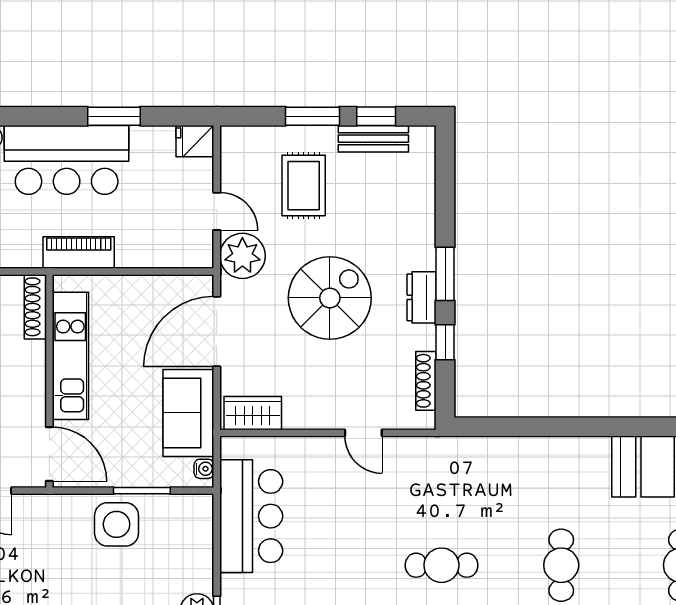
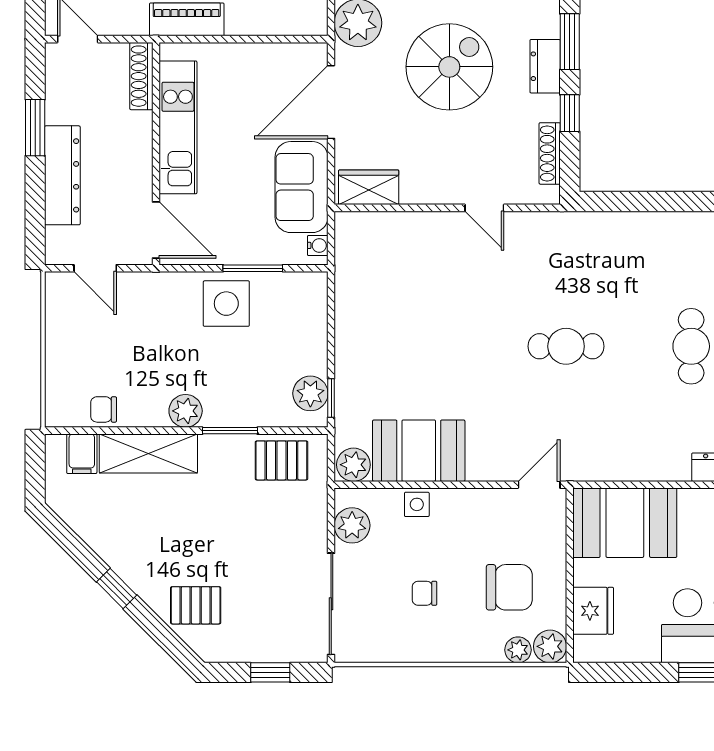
bar counter: (251, 516) -> (367, 295), removed

